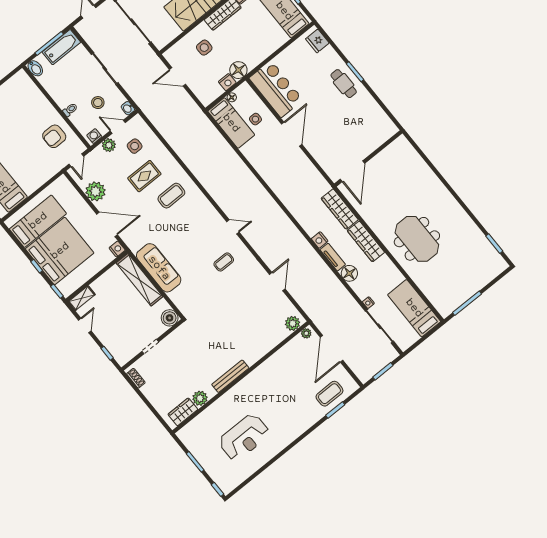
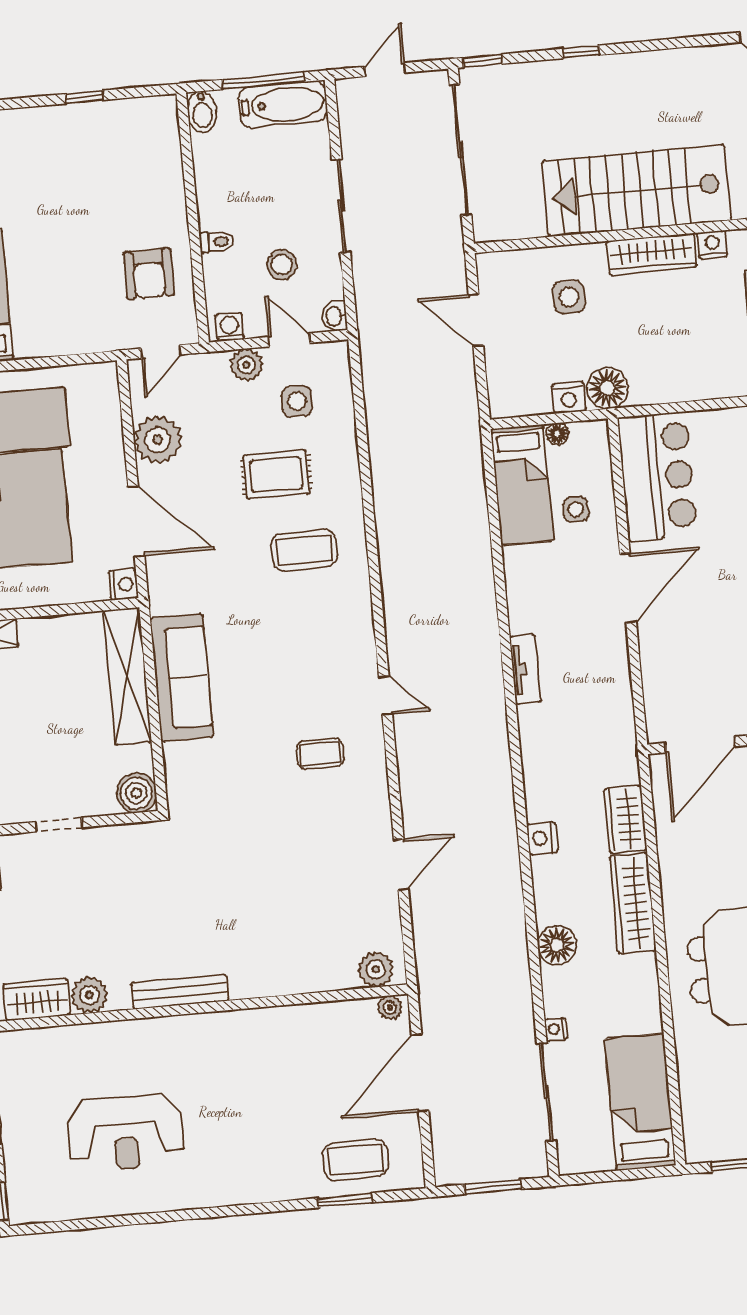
armchair: (54, 136) -> (149, 274), turned -90
wardrobe: (340, 209) -> (625, 819), width x0.67
tv unit: (333, 257) -> (525, 669), moved

